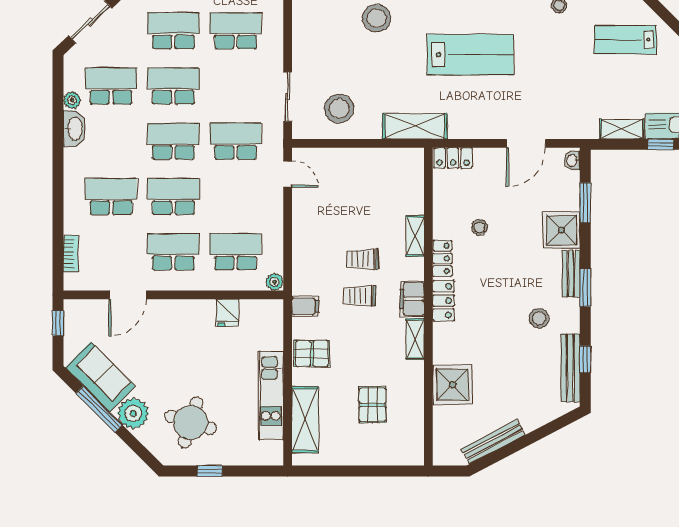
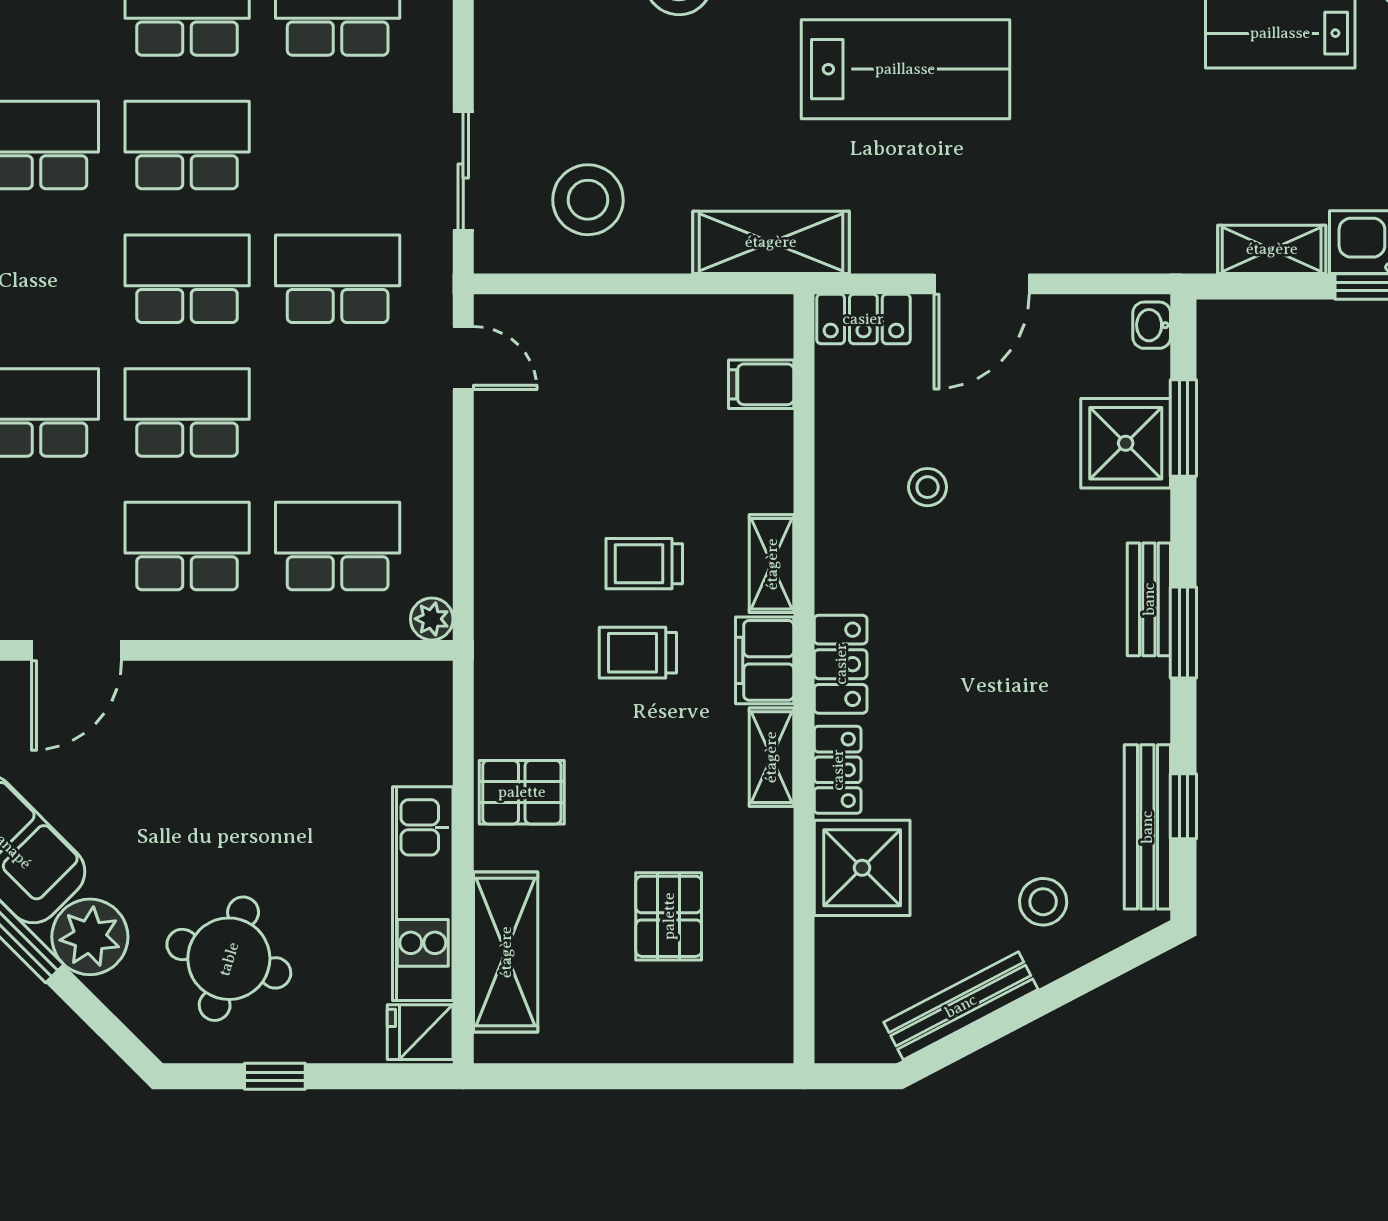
door: (526, 143) -> (982, 284), moved
shower: (561, 230) -> (1126, 443), moved
shelving: (415, 236) -> (772, 564), moved
locker: (442, 258) -> (838, 770), moved
filing cabinet: (305, 306) -> (761, 384), moved, turned 180
fridge: (227, 313) -> (420, 1032), moved, turned 90
stool: (539, 318) -> (1043, 902), moved

